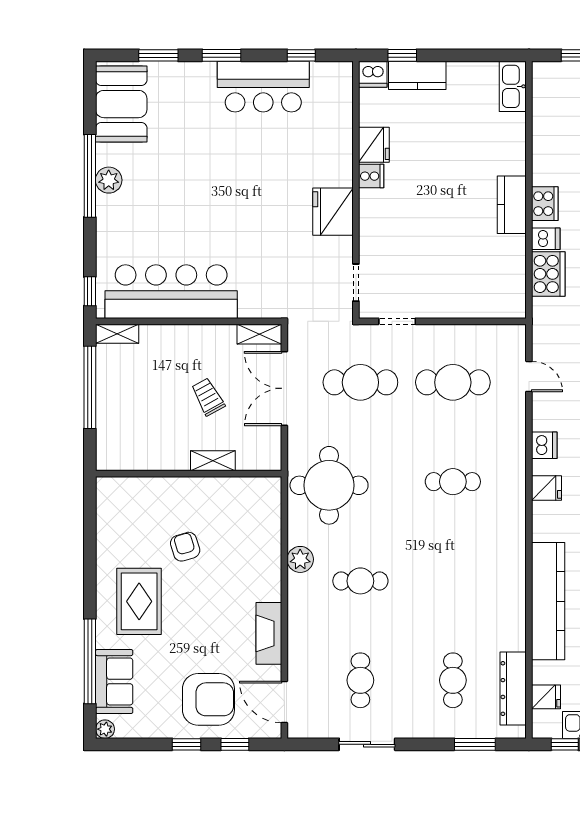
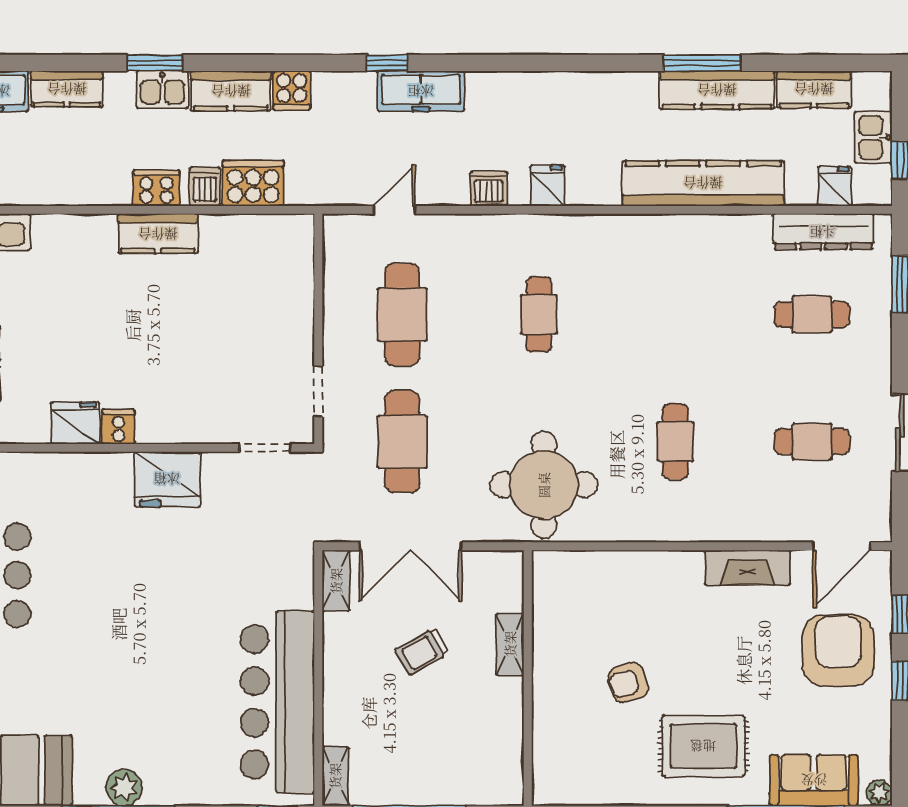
plant: (300, 559) -> (646, 524), removed

